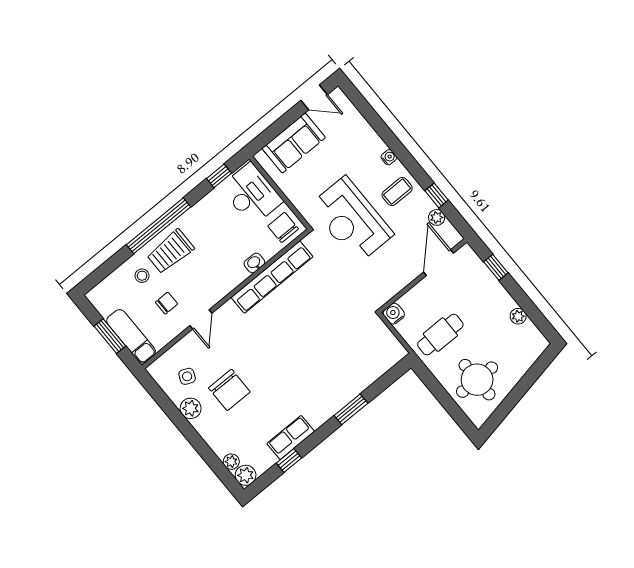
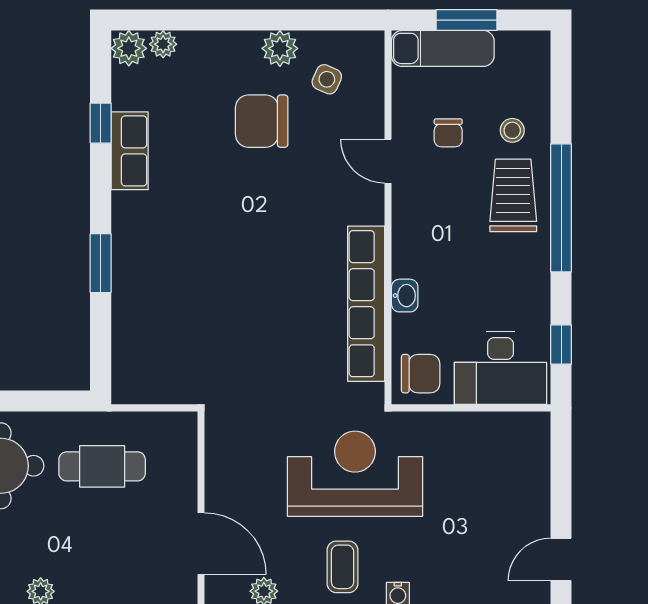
sofa: (294, 143) -> (522, 482), removed
water cooler: (394, 314) -> (182, 427), removed
cafe table: (440, 335) -> (102, 466), turned 90

